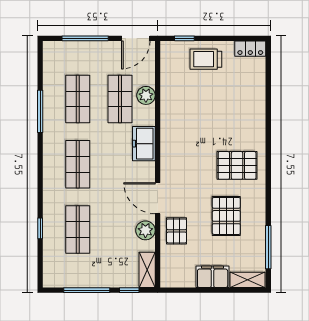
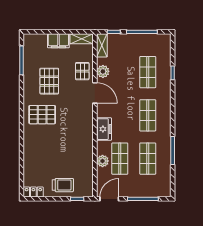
shelving: (248, 280) -> (82, 39), moved

